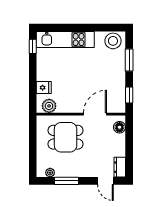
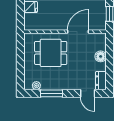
plant: (49, 106) -> (35, 24), removed
floor lamp: (119, 127) -> (101, 56), moved

